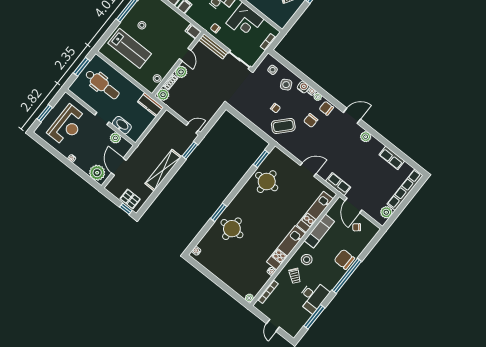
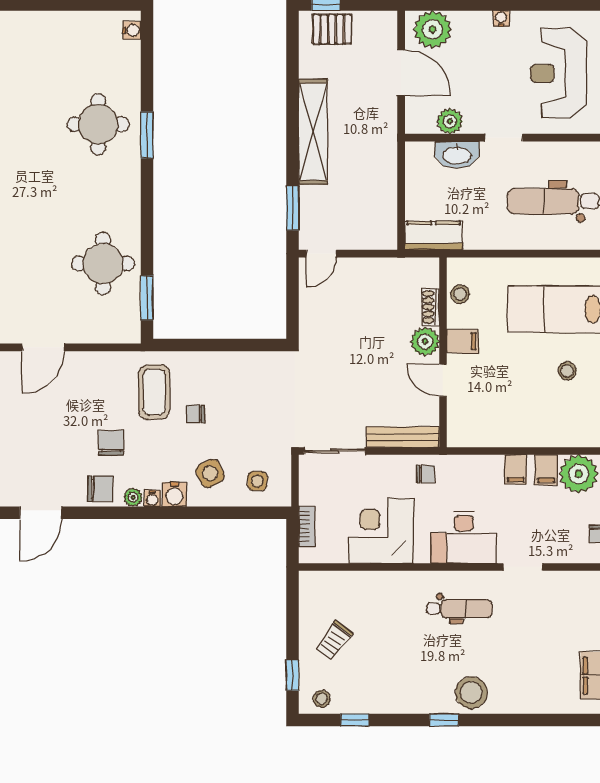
filing cabinet: (193, 31) -> (462, 341), moved
plant: (163, 95) -> (425, 272), removed
coffee table: (283, 126) -> (154, 392), turned -43

